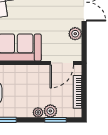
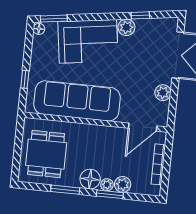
floor lamp: (24, 109) -> (90, 179), added
window: (55, 120) -> (110, 194), moved

